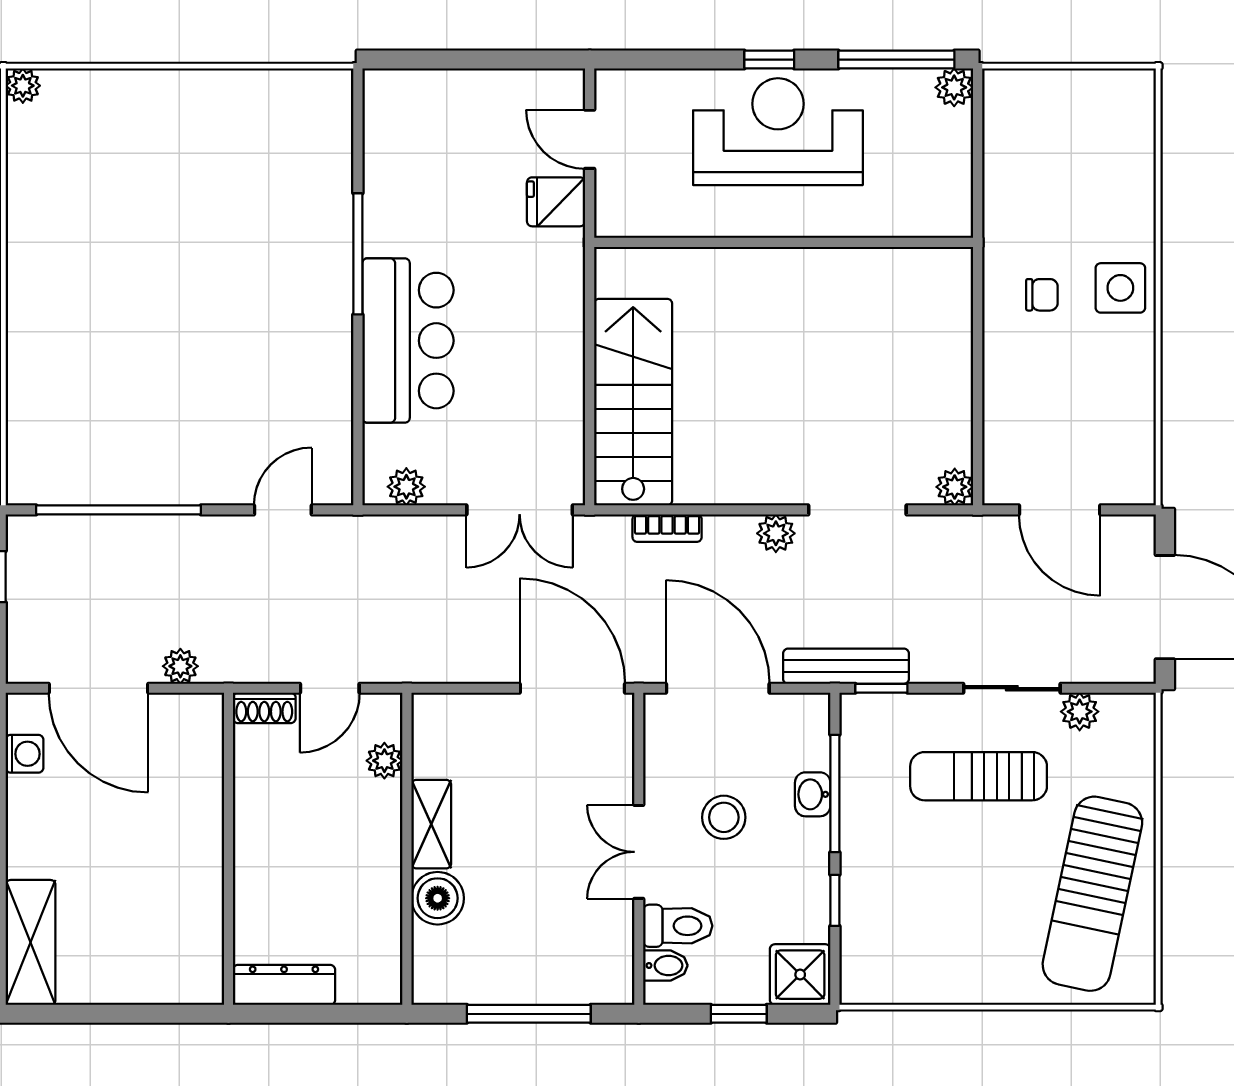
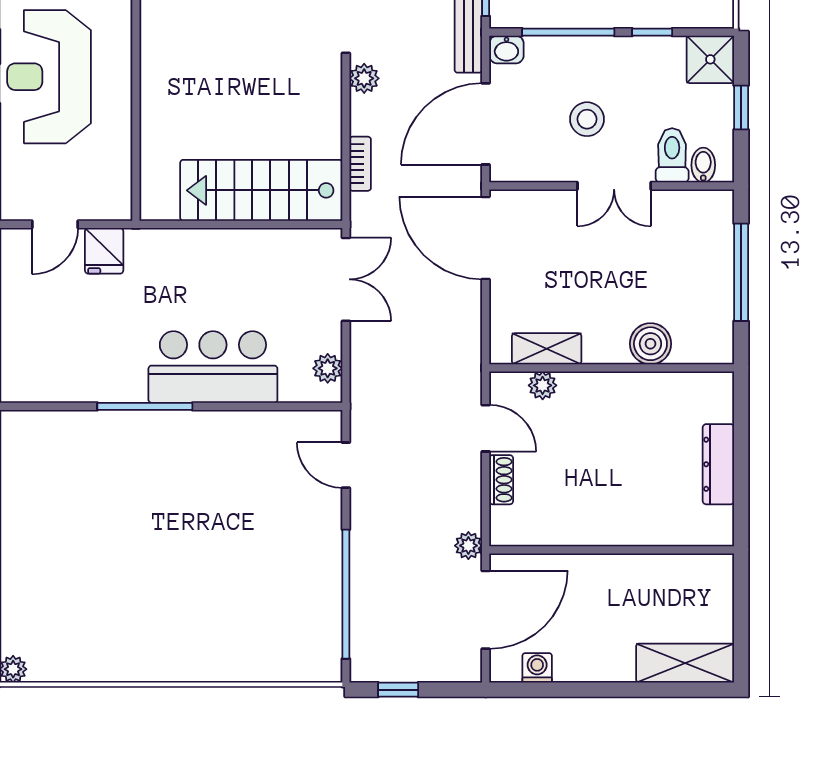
door: (572, 688) -> (486, 238), hinge flipped
washbasin: (813, 794) -> (506, 49), moved
shelving: (431, 824) -> (547, 349), moved
wall: (228, 849) -> (612, 550), moved

